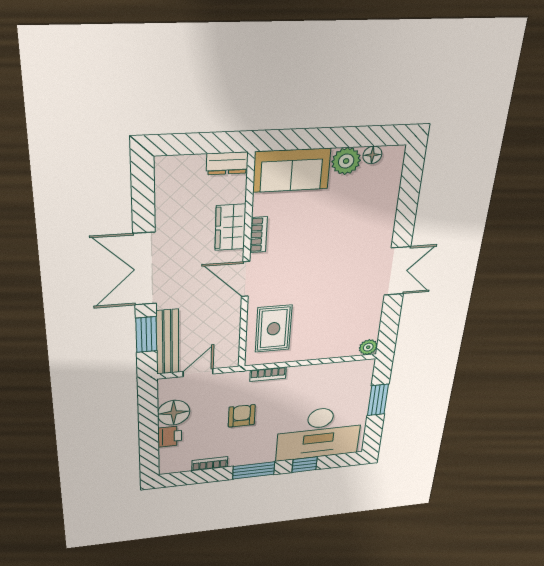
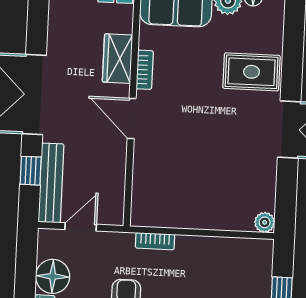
rug: (274, 329) -> (252, 72), moved, turned 90
window: (146, 335) -> (31, 171), width x0.67

